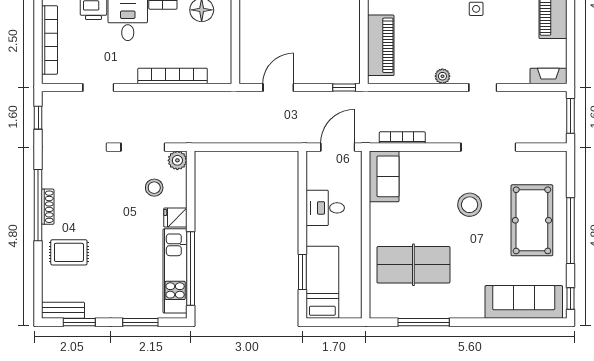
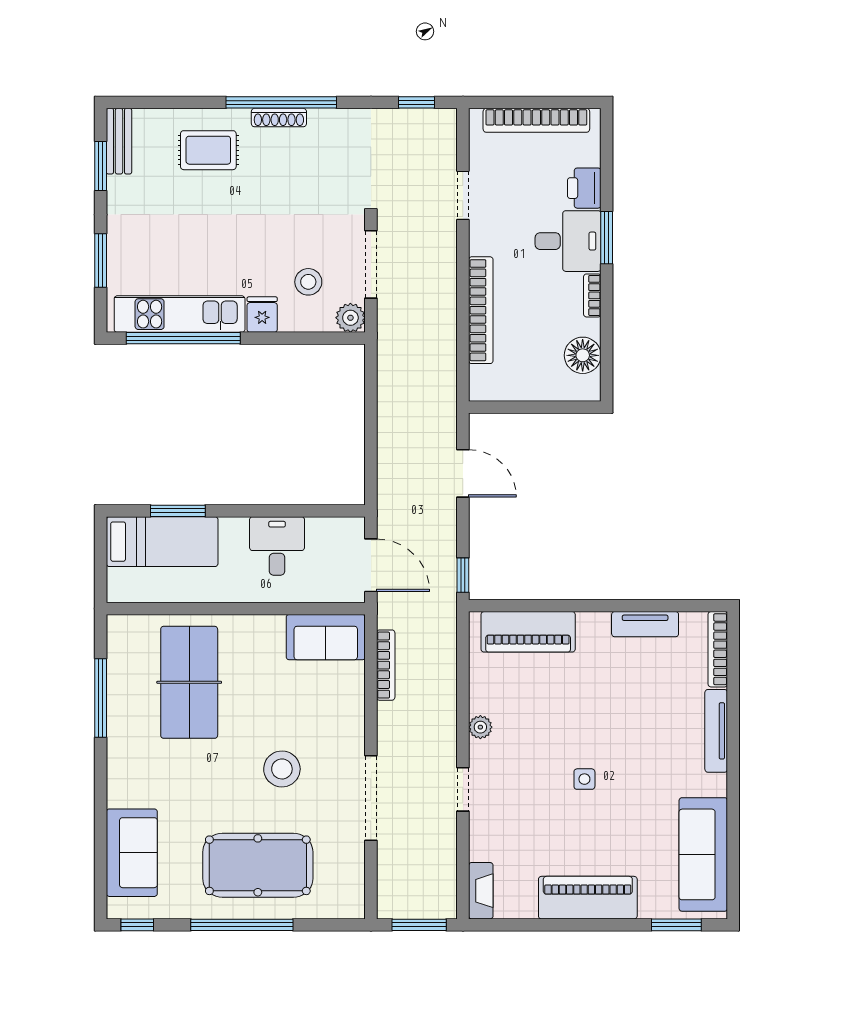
rug: (69, 252) -> (208, 150), turned 90
sofa: (524, 302) -> (132, 853), width x0.73

